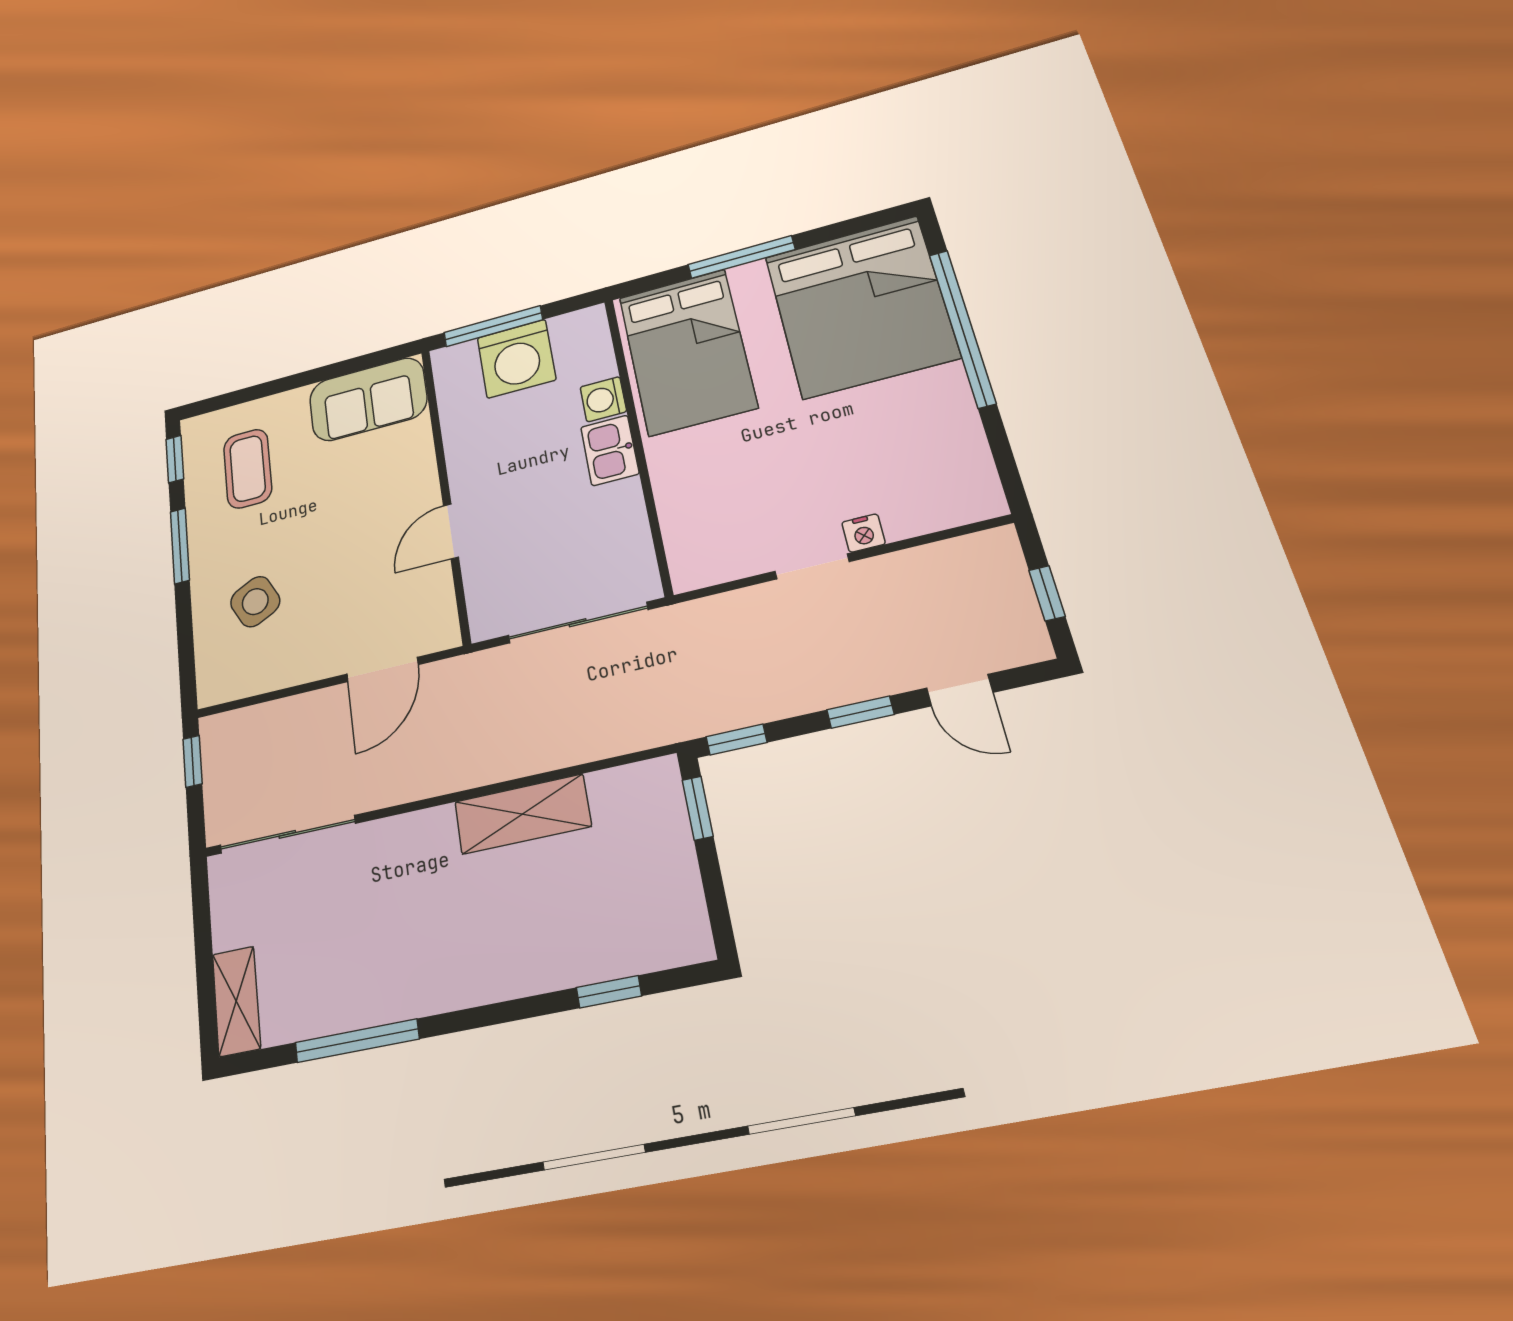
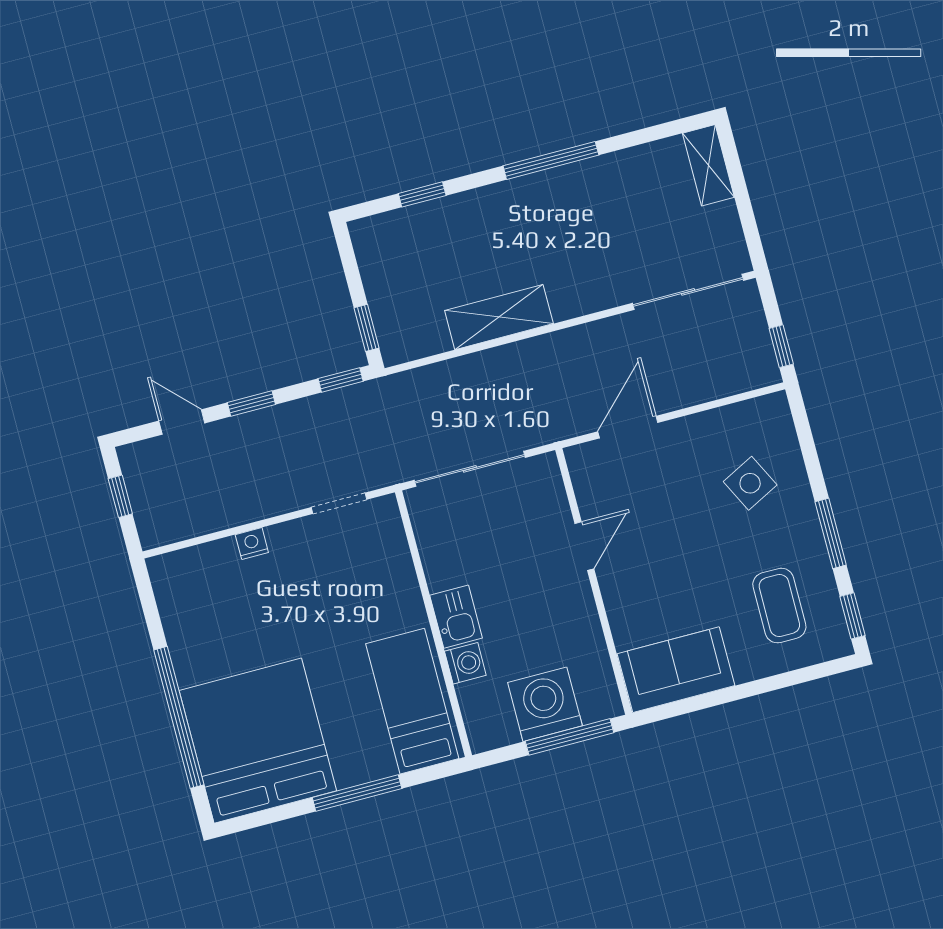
bed: (687, 352) -> (412, 701), width x0.67
doorway: (812, 566) -> (339, 503), moved
window: (357, 1041) -> (551, 160), moved

